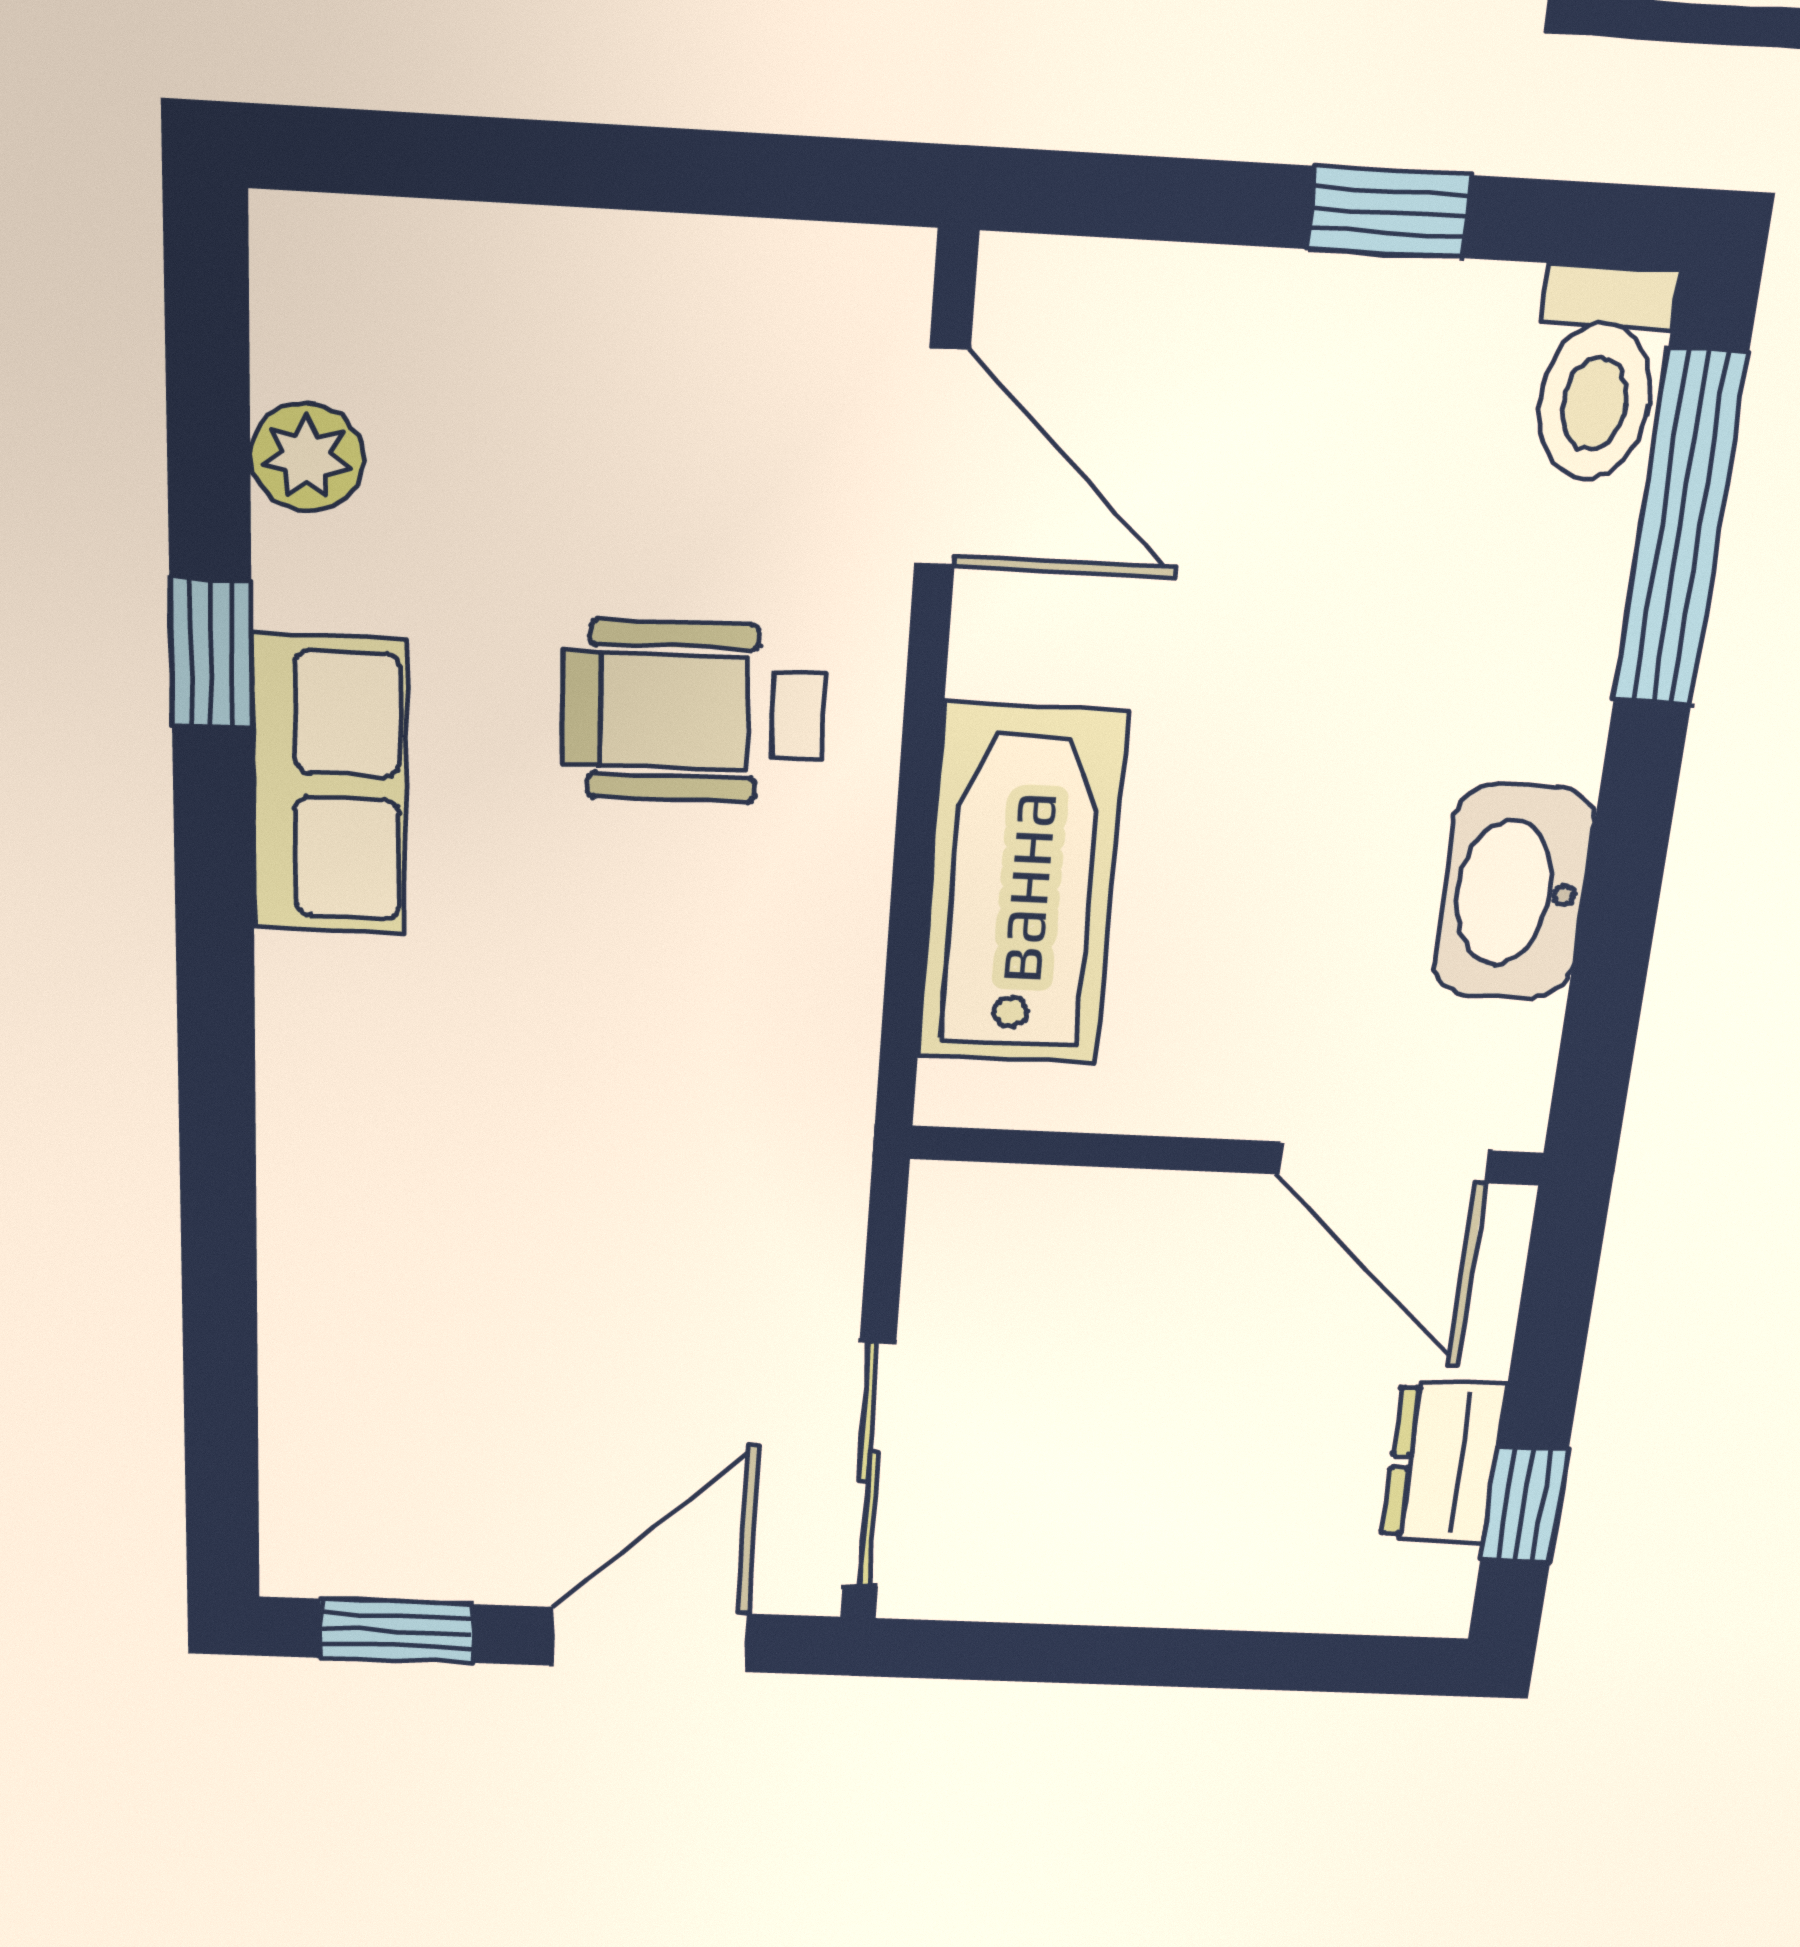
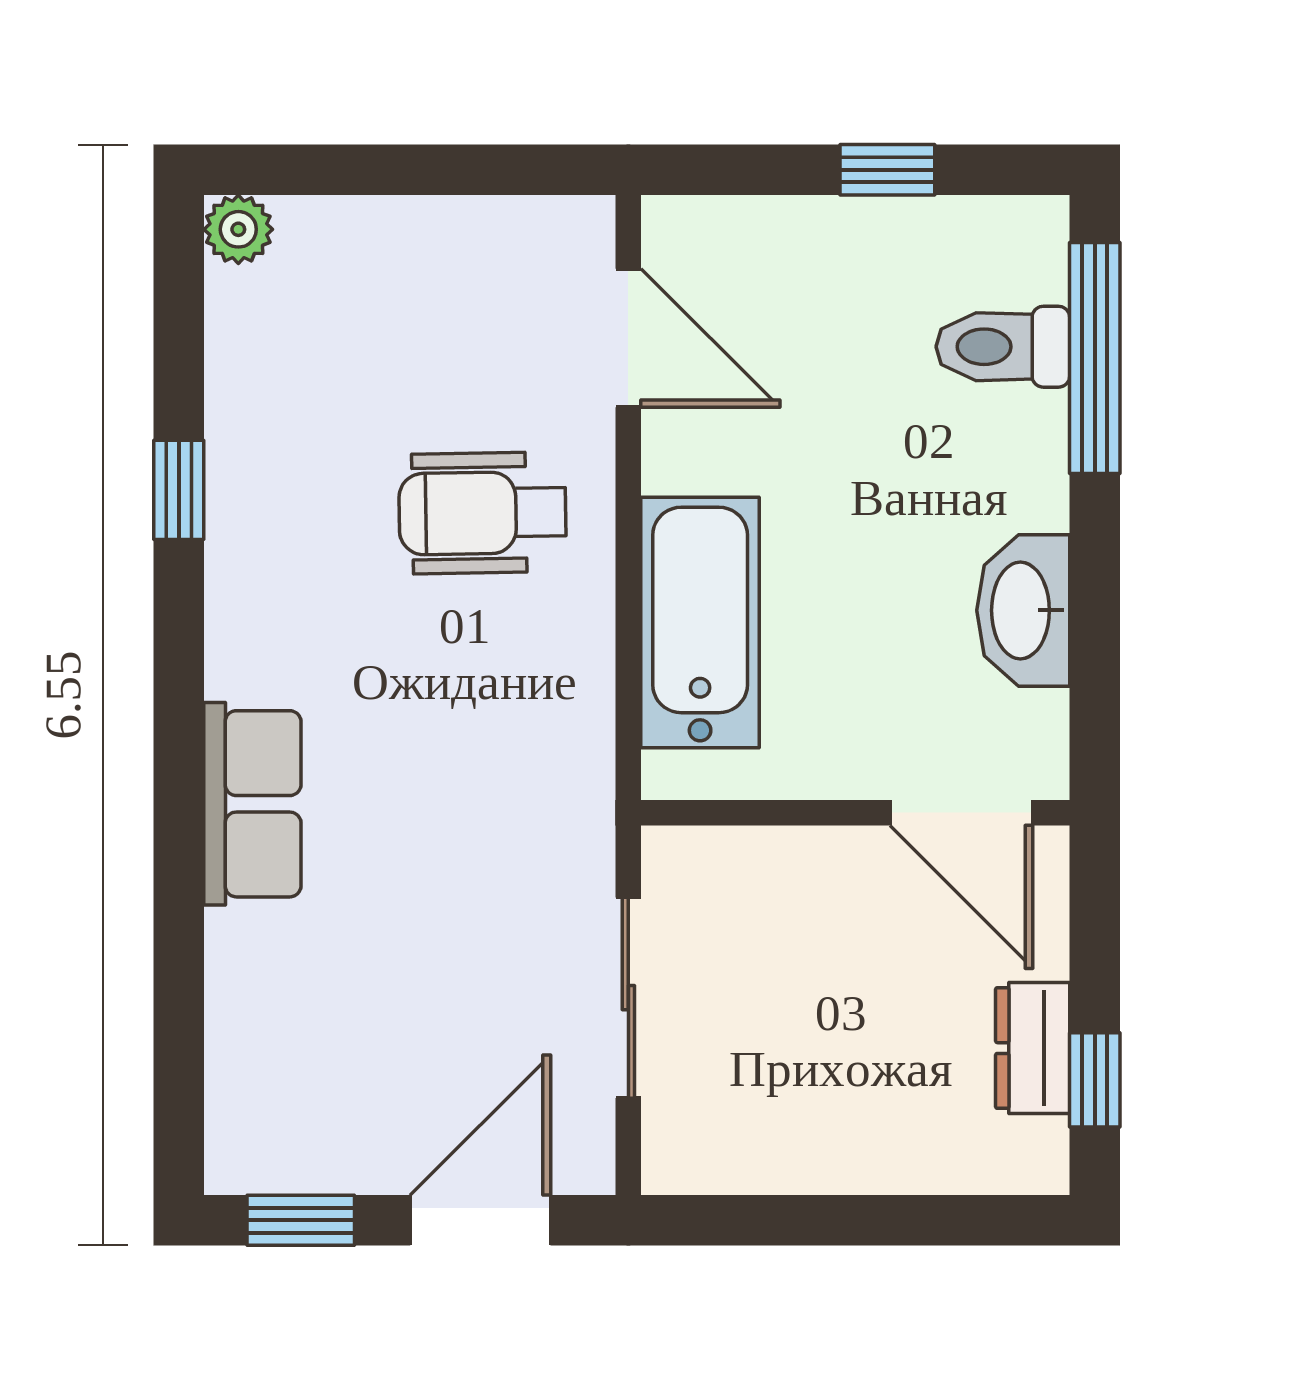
toilet: (1599, 374) -> (1003, 347), moved, turned 90
plant: (307, 458) -> (238, 229), moved
row of seats: (329, 786) -> (252, 804), moved
sliding door: (869, 1466) -> (628, 998), moved

